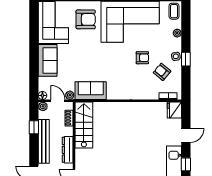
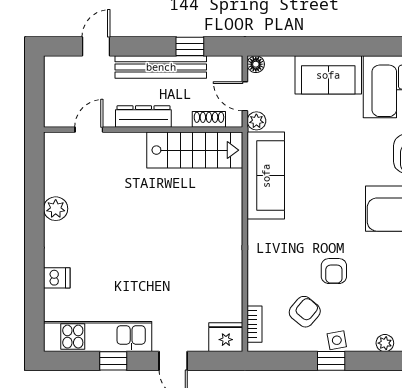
sofa: (91, 91) -> (266, 176), width x1.36
door: (58, 101) -> (245, 96), swing flipped
plant: (43, 106) -> (233, 65), removed

